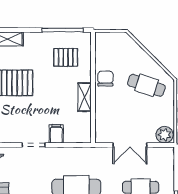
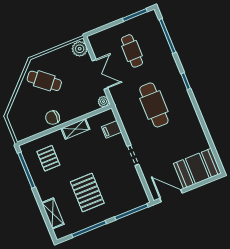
cafe table: (146, 85) -> (44, 81), turned -69
filing cabinet: (56, 134) -> (112, 129), moved
plant: (101, 137) -> (104, 102), added

